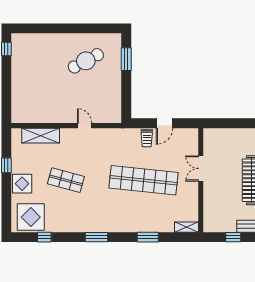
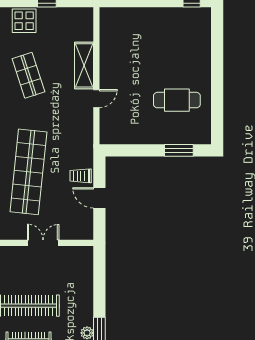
cafe table: (86, 61) -> (177, 100), turned -62
shelving: (41, 136) -> (84, 65), moved
shop shelf: (66, 180) -> (28, 75), turned -33

